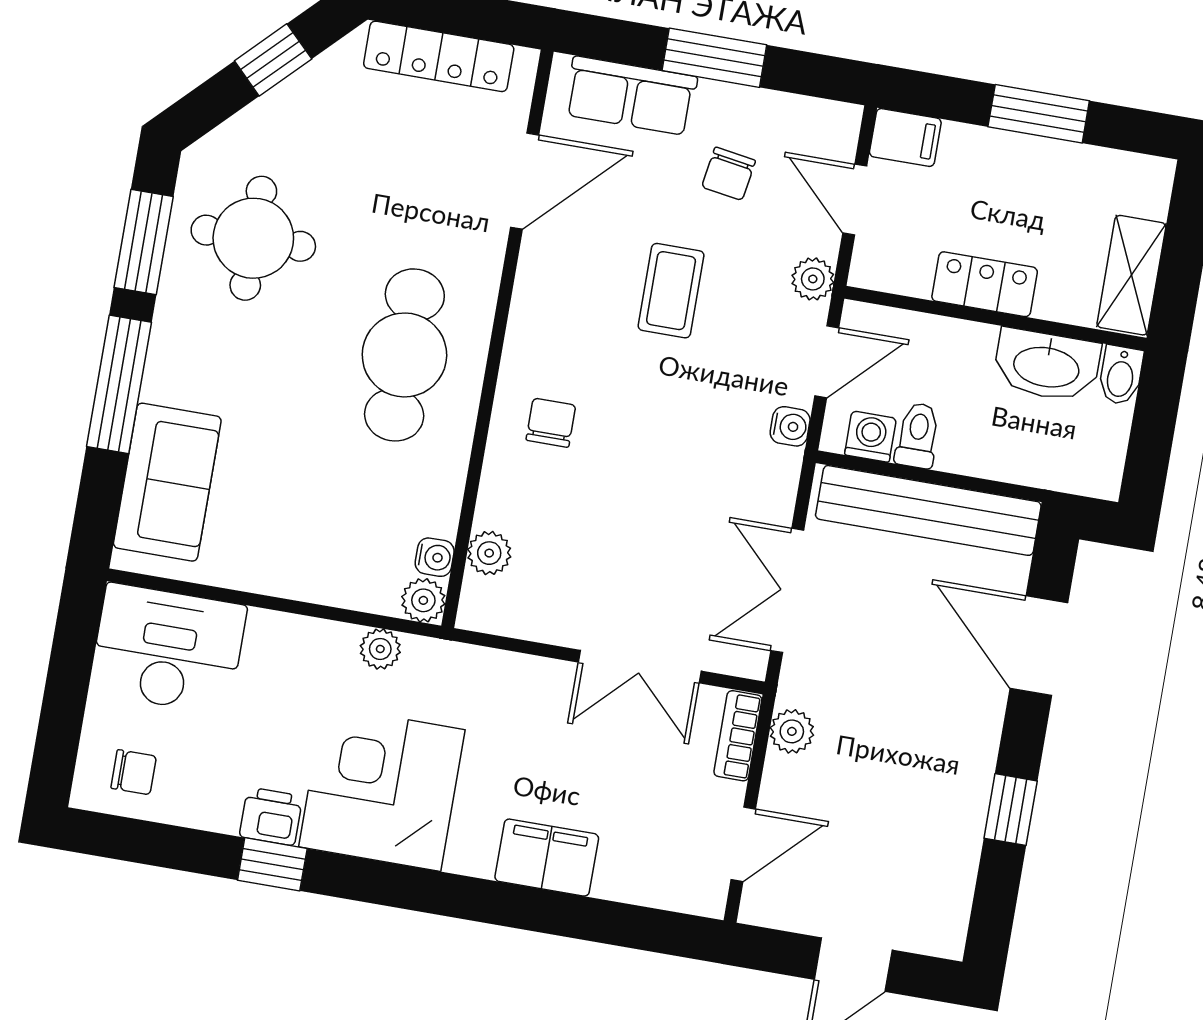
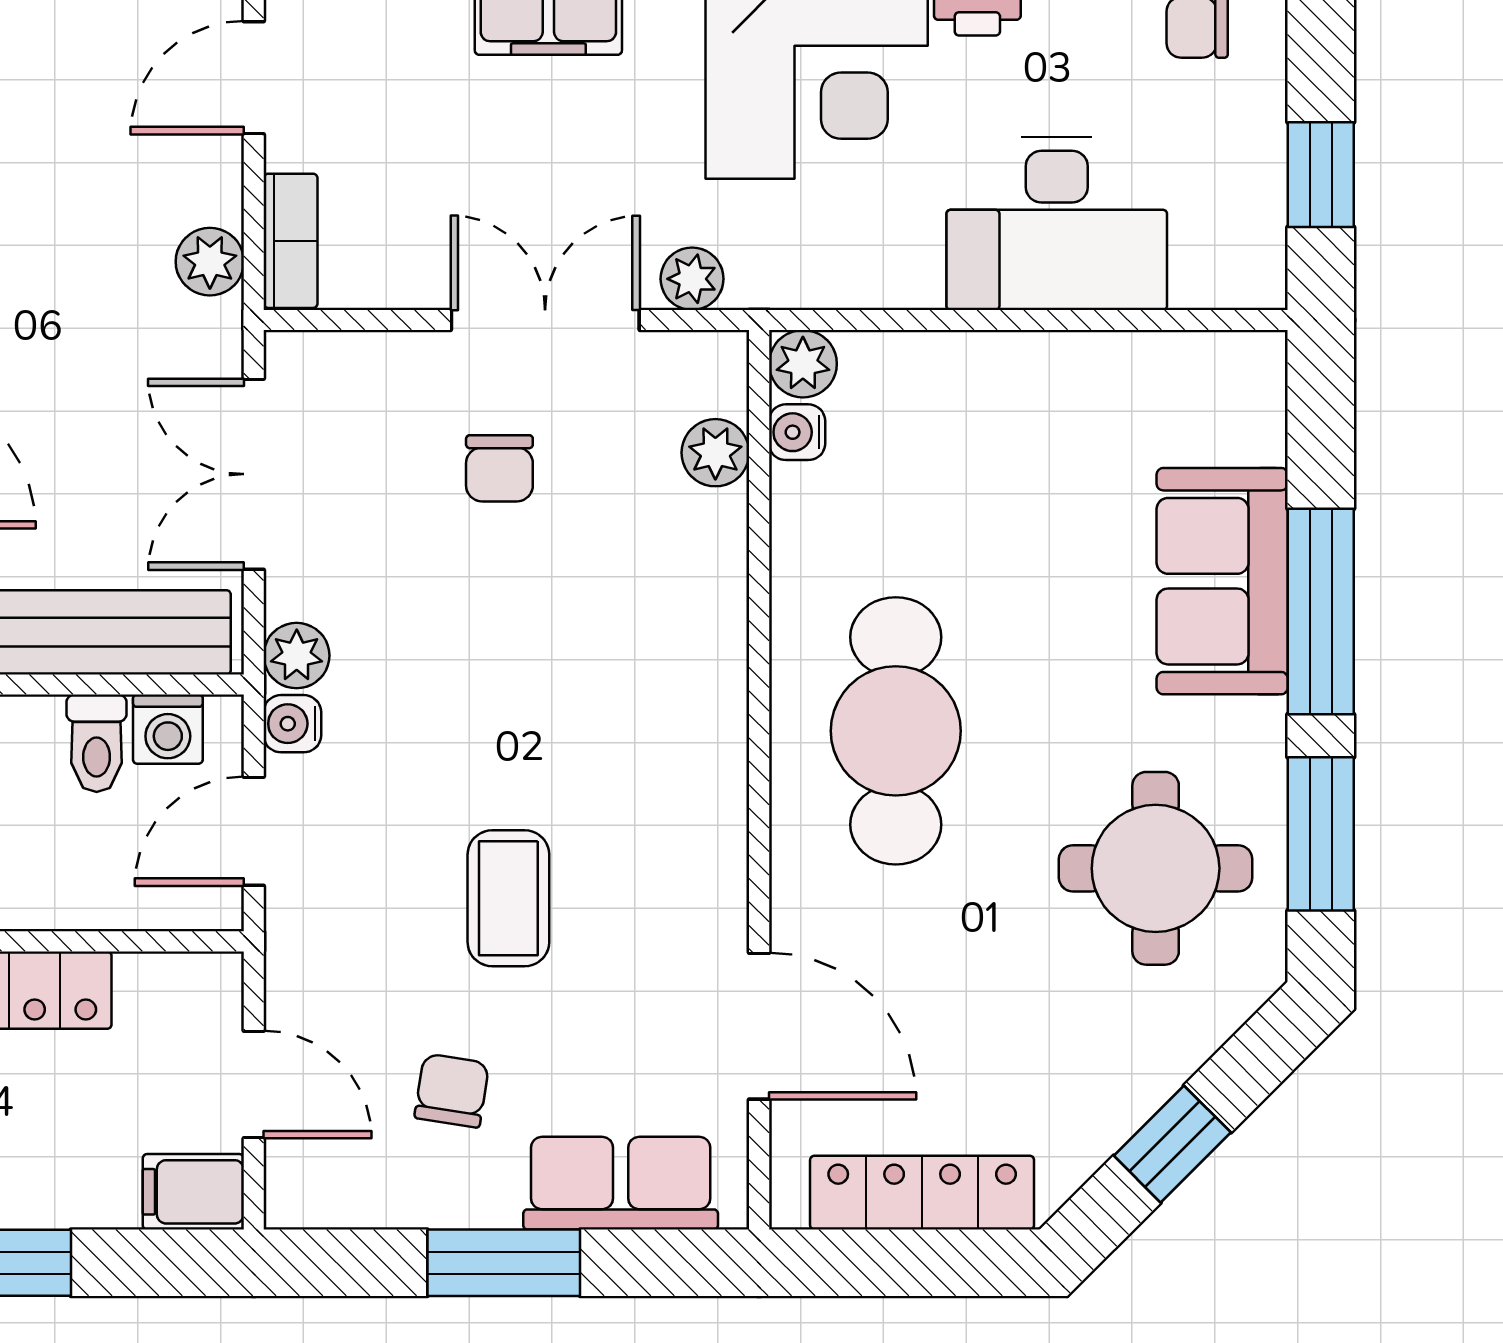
door: (525, 181) -> (759, 1026), swing flipped
plant: (813, 279) -> (297, 656), moved
chair: (551, 423) -> (499, 468), moved
sofa: (167, 482) -> (1222, 581), moved
double door: (787, 590) -> (254, 474), swing flipped
desk: (168, 649) -> (1057, 223), moved
plant: (380, 649) -> (692, 279), moved
window: (71, 664) -> (1321, 175), added
double door: (640, 667) -> (545, 320), moved

